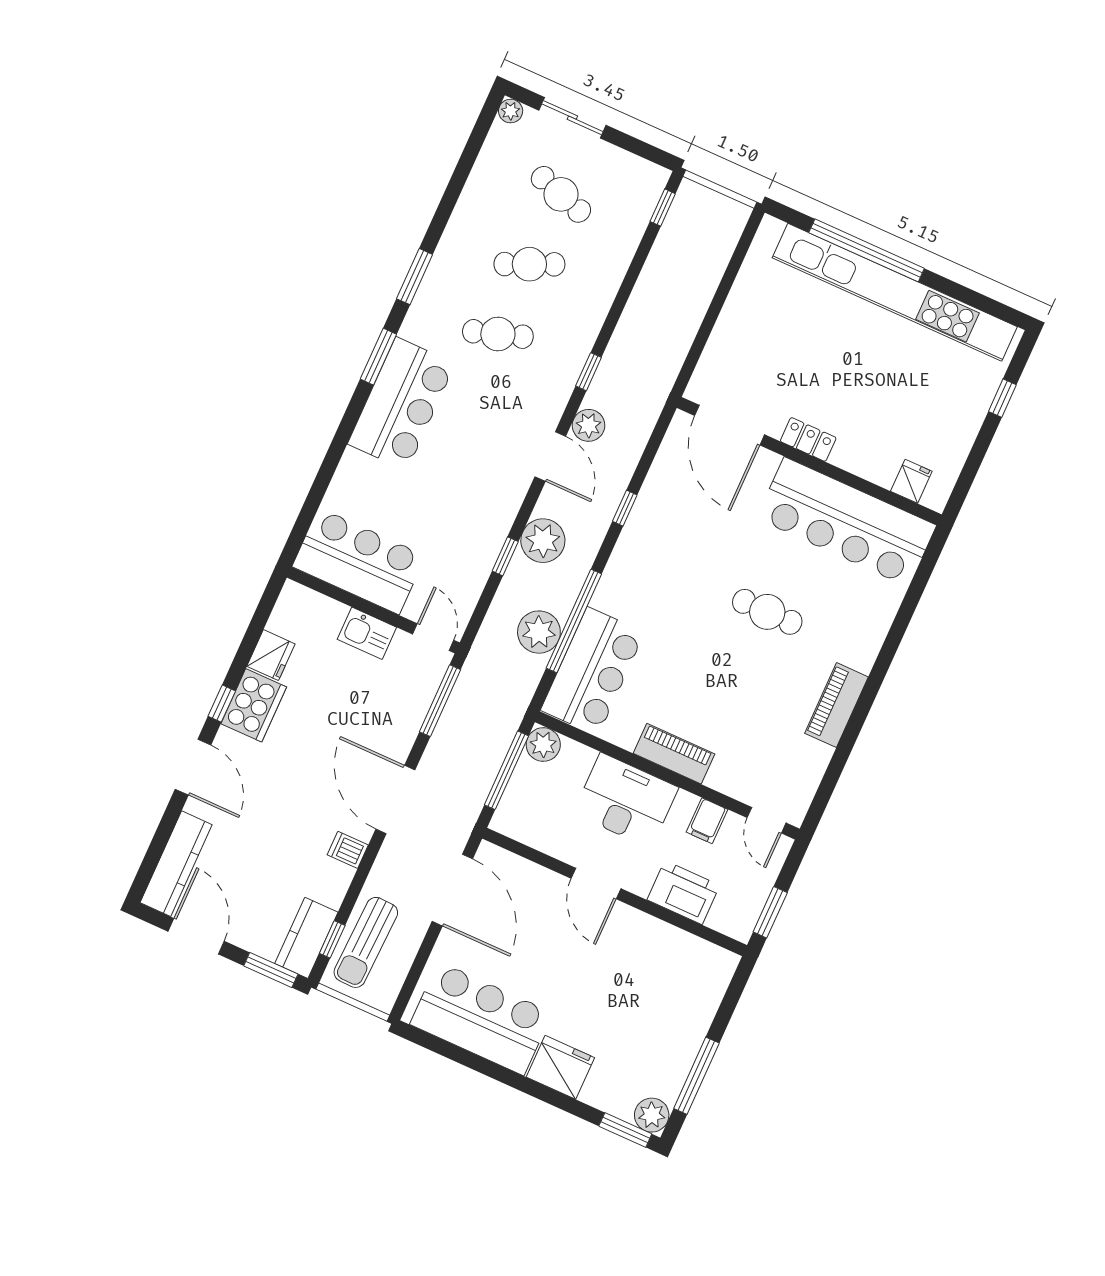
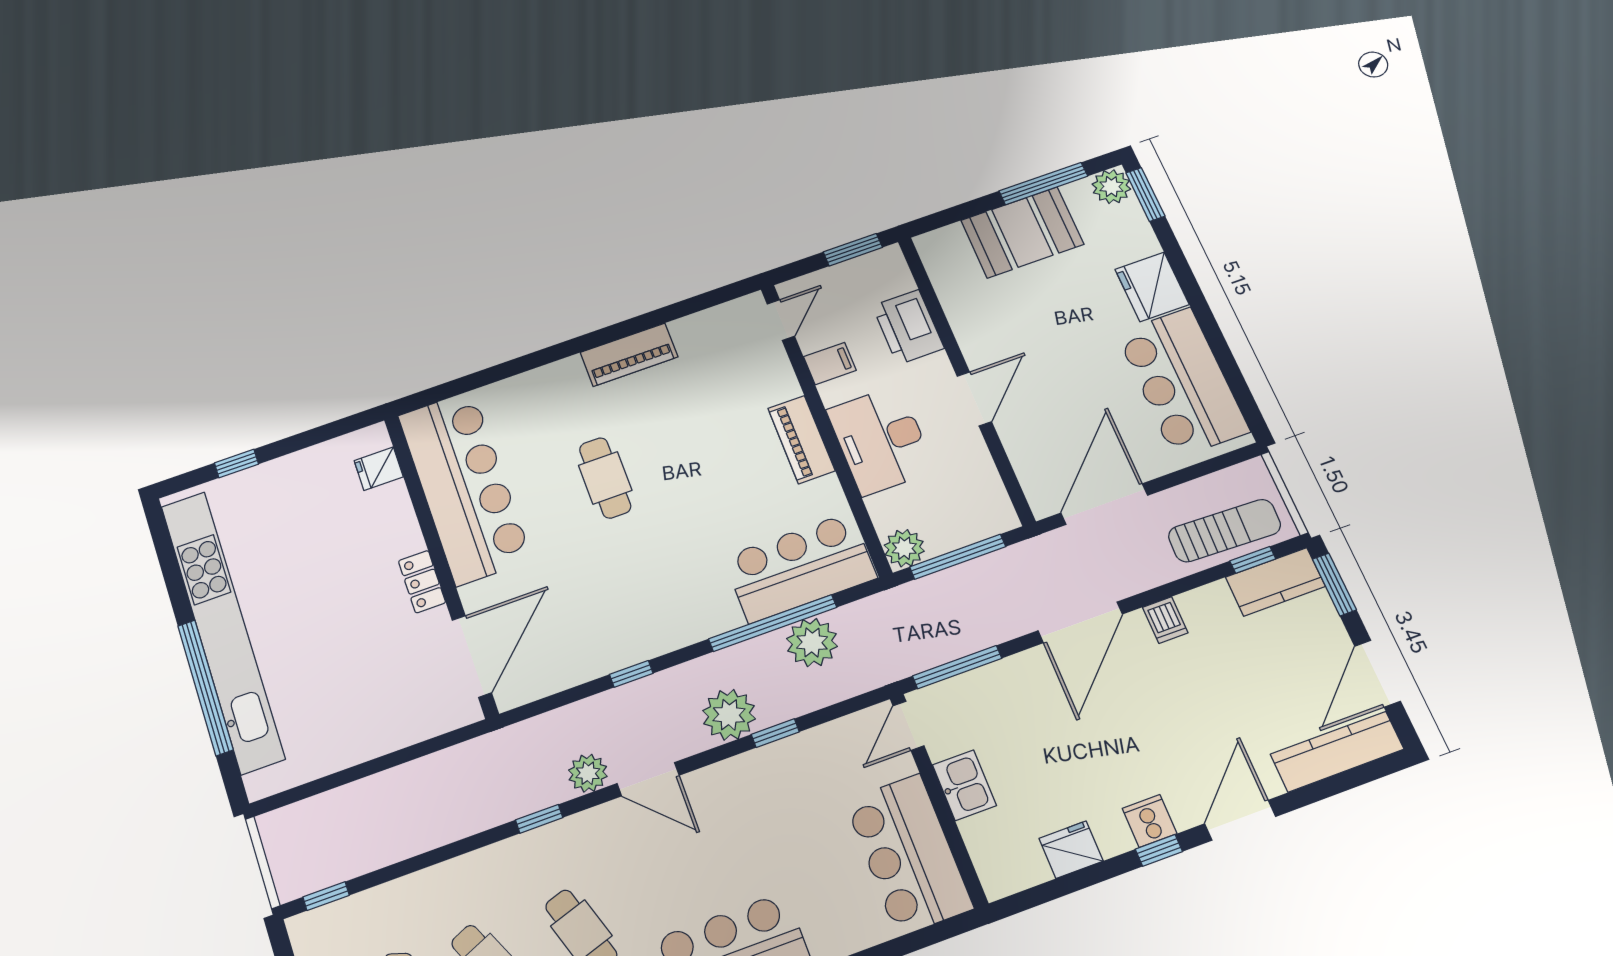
door: (550, 456) -> (648, 779), swing flipped
cooker: (254, 705) -> (1150, 821), width x0.53, depth x0.76
booth: (676, 1028) -> (1022, 232), added

